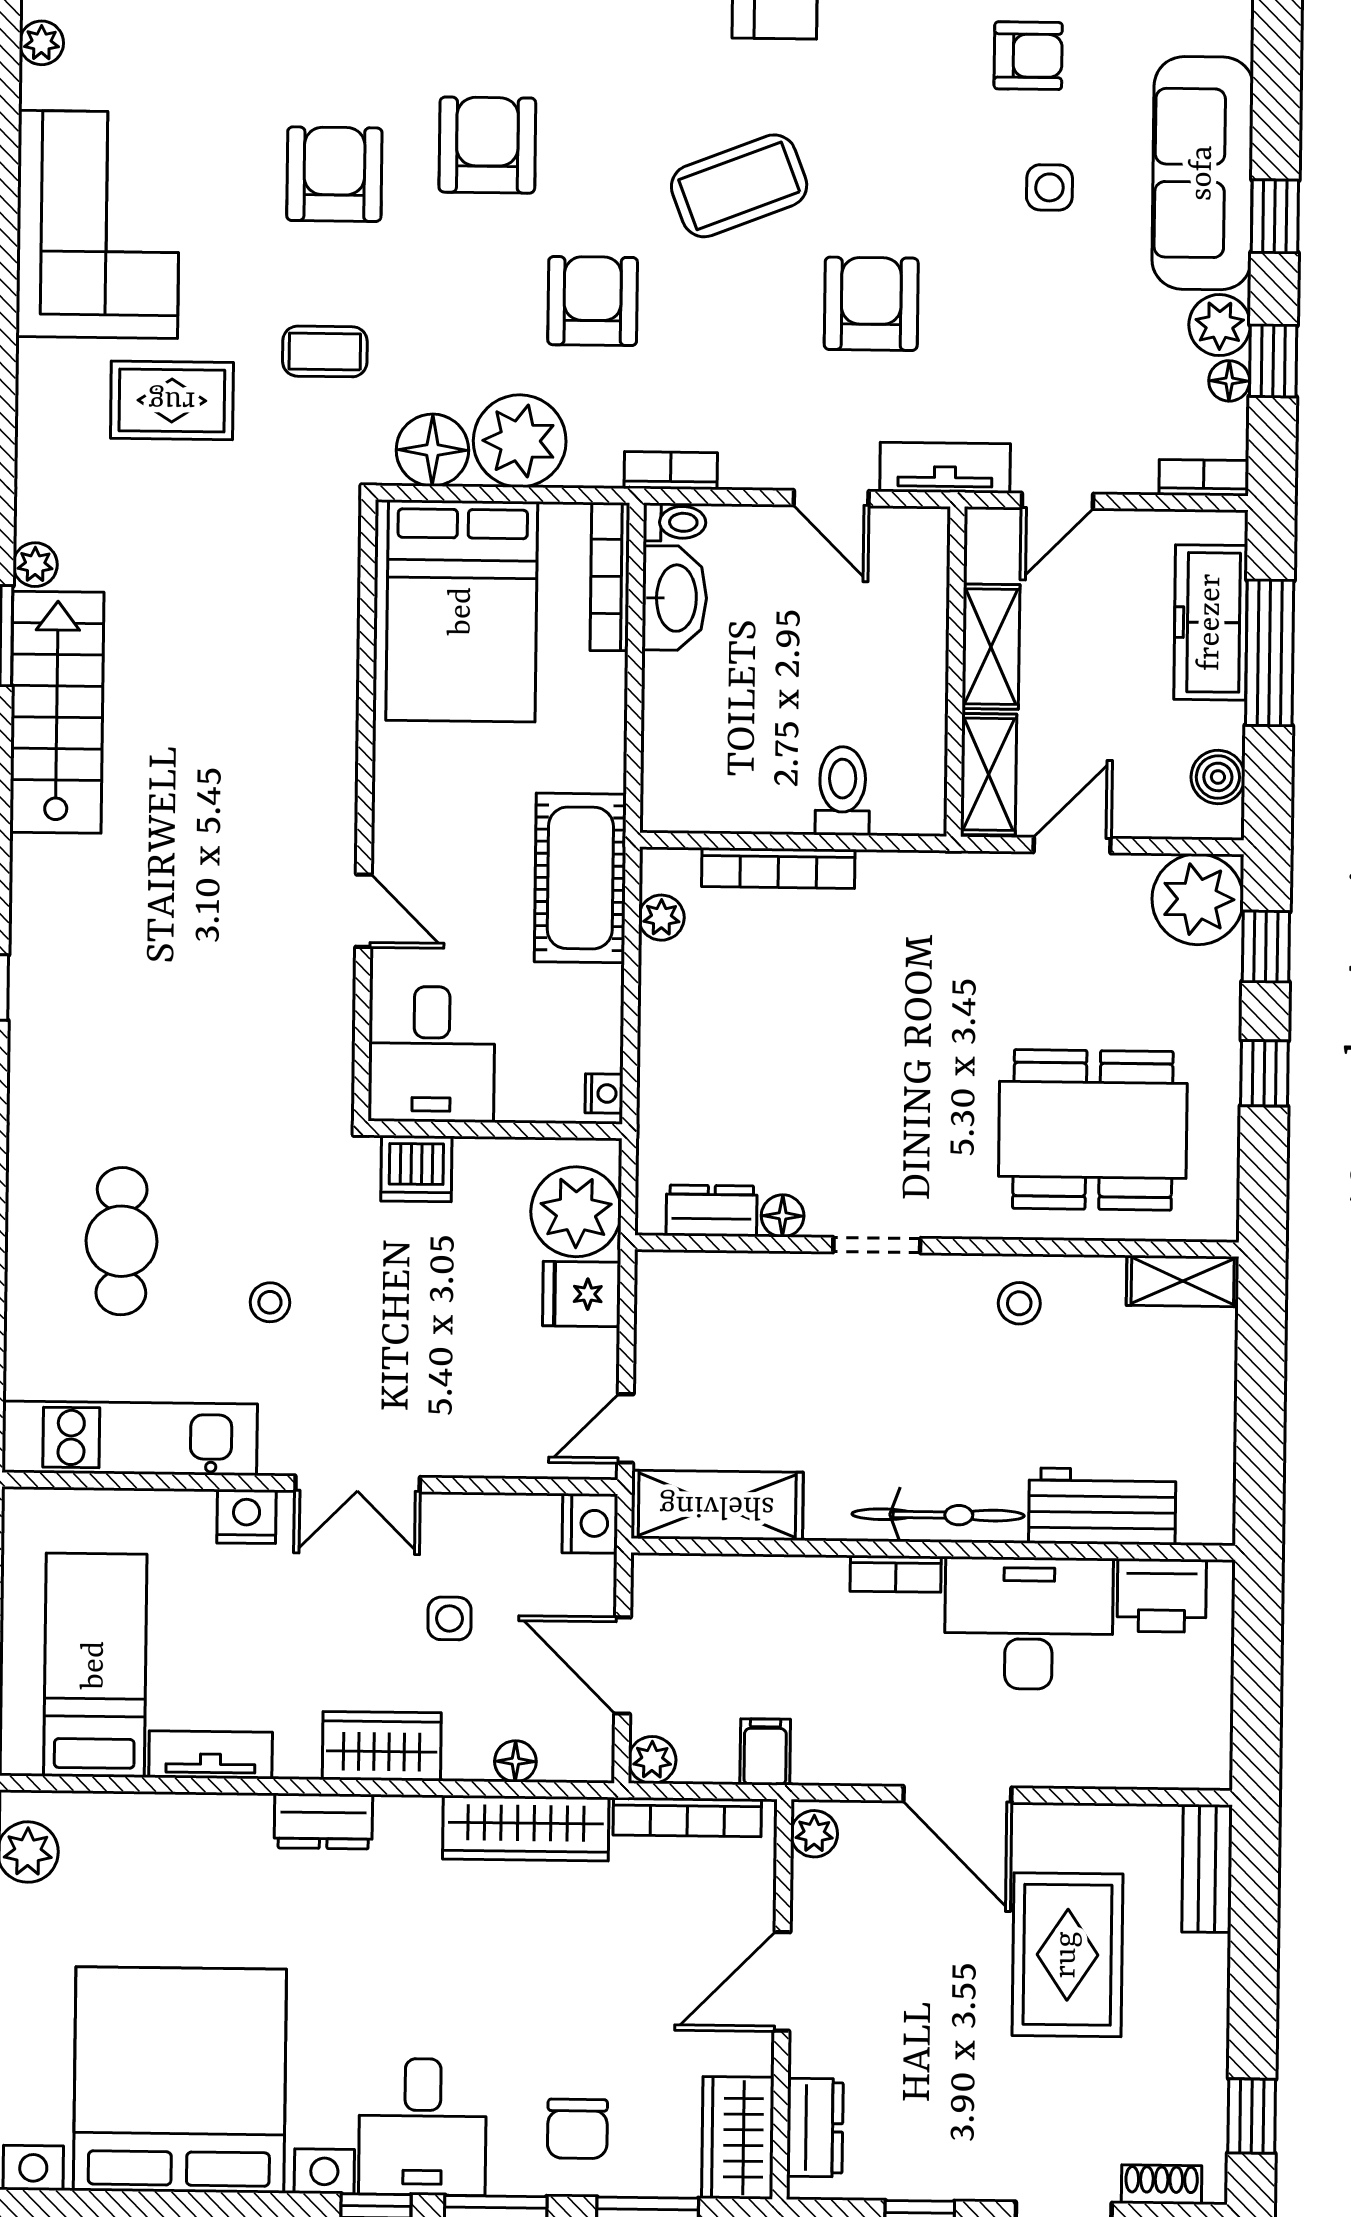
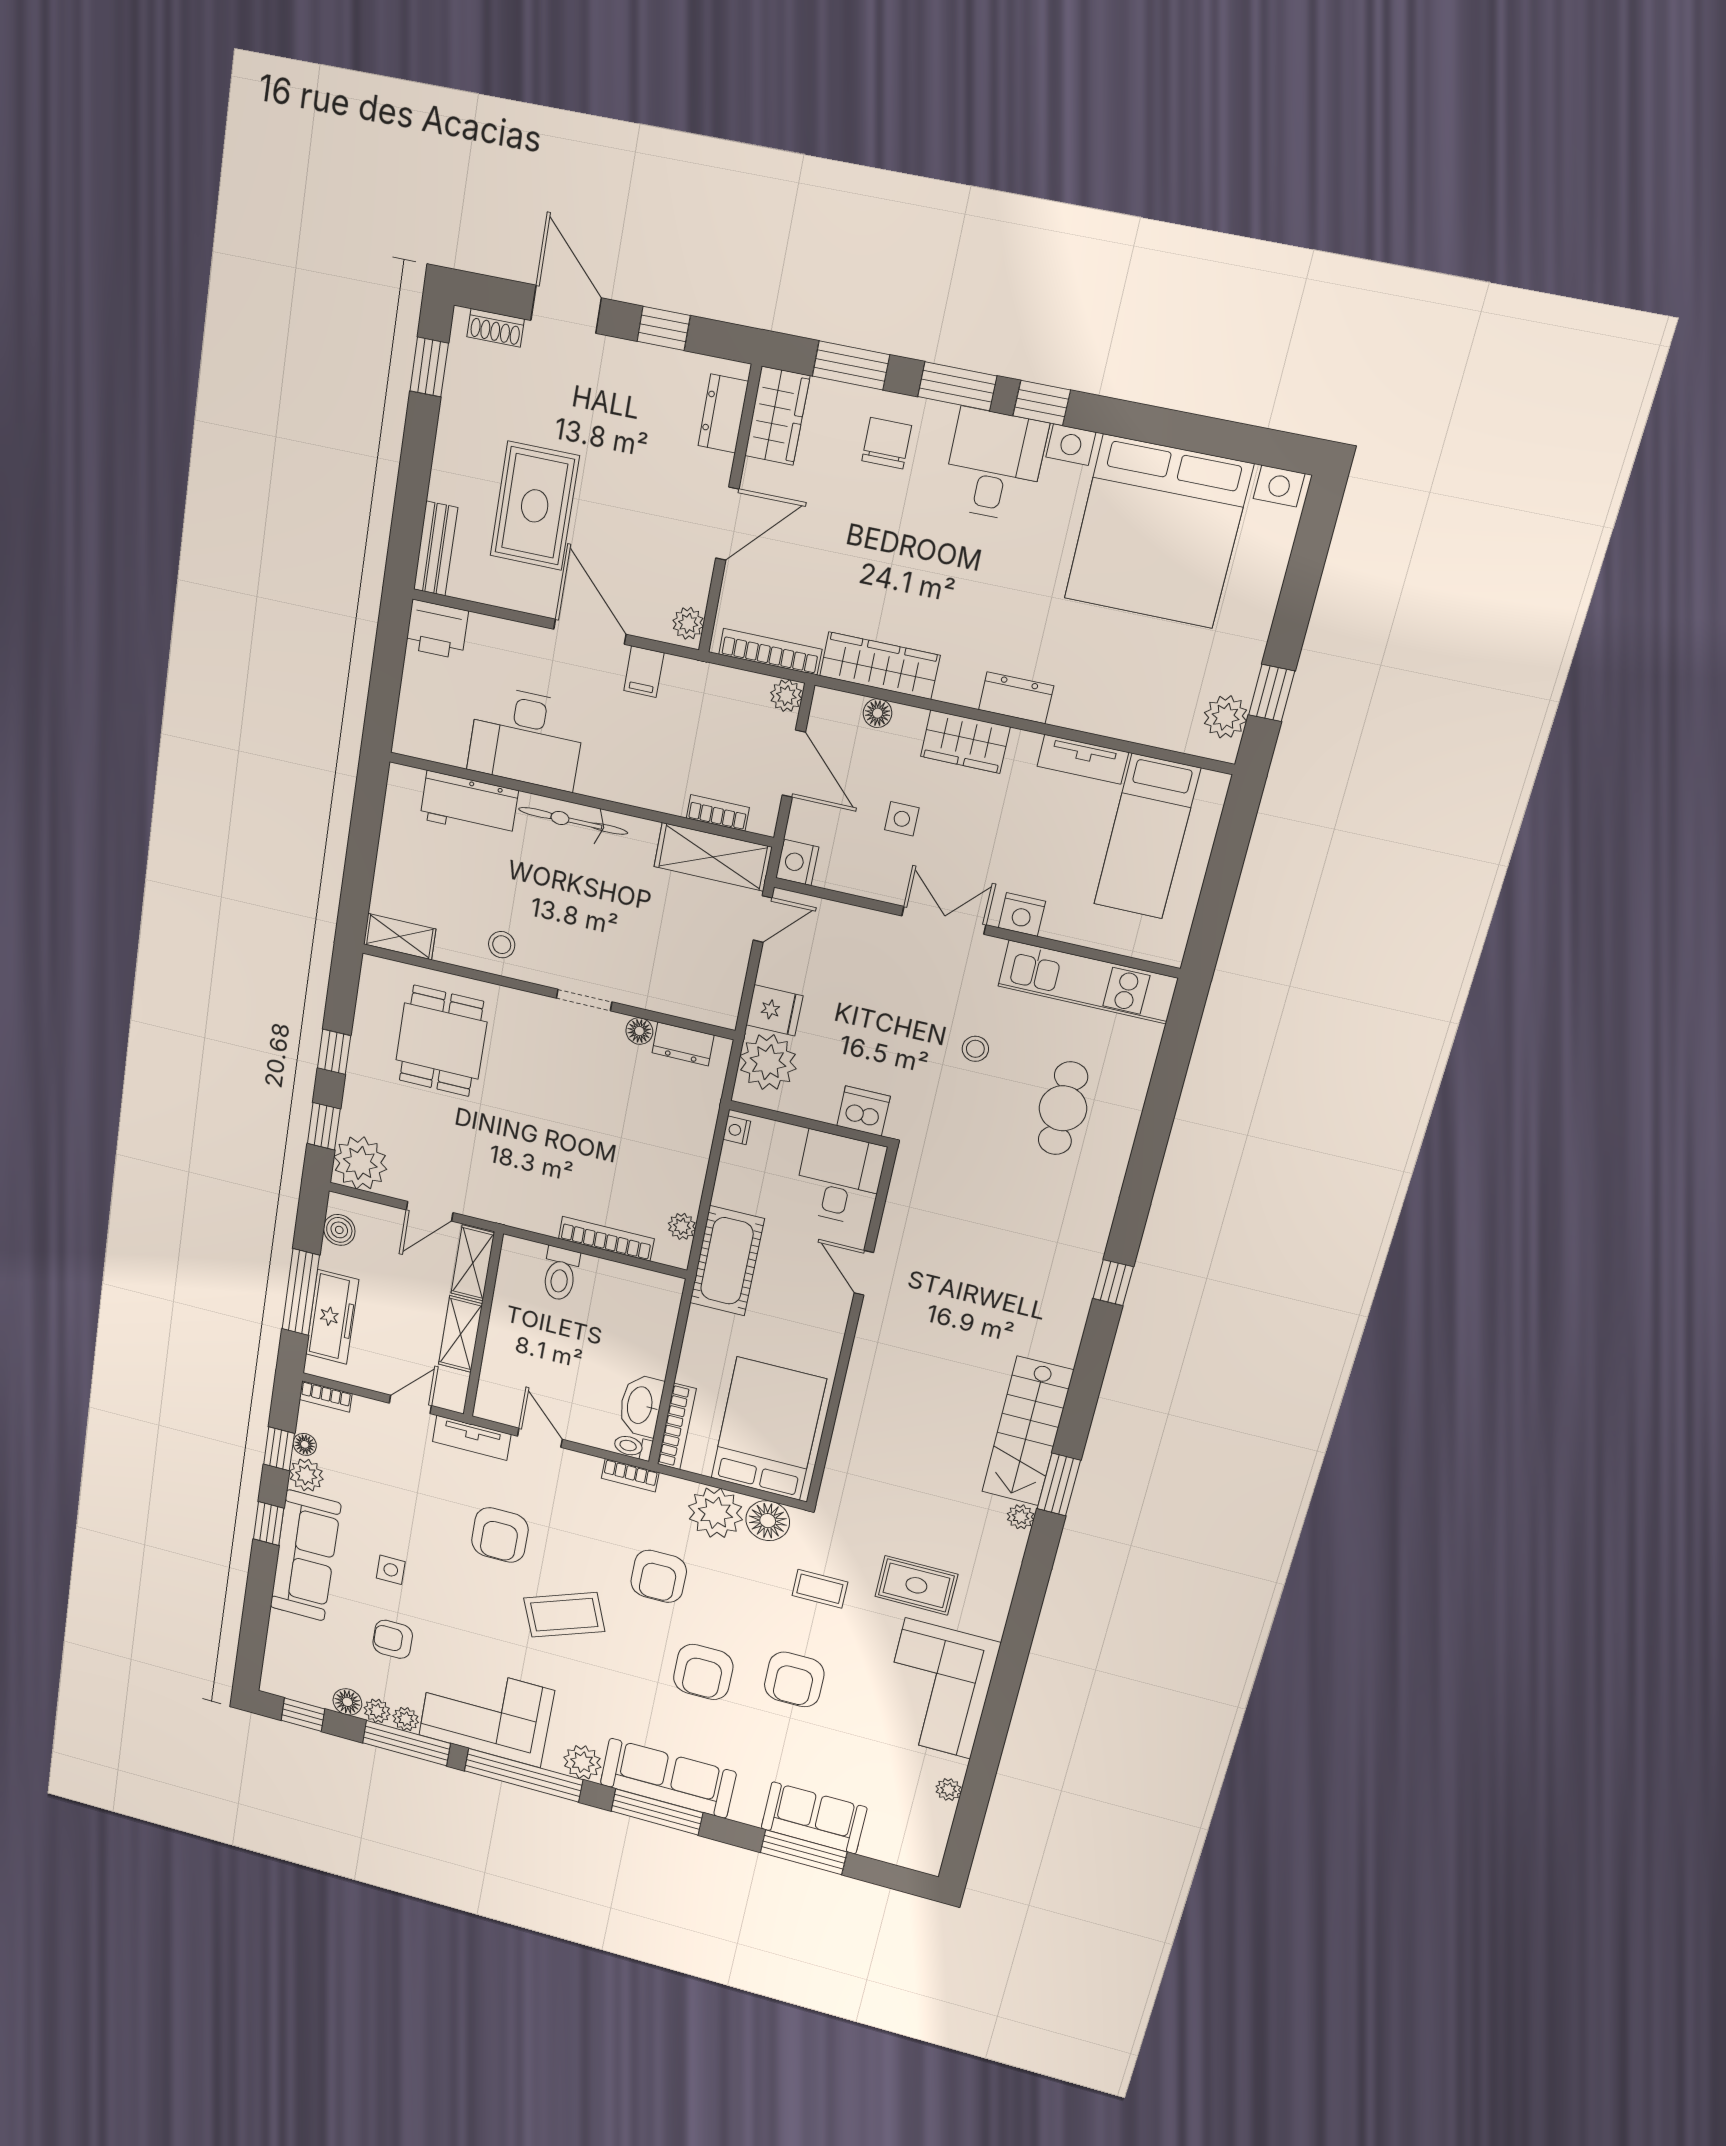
dining table: (1093, 1130) -> (441, 1041), width x0.73
bookcase: (896, 1574) -> (718, 813), moved
printer: (1162, 1595) -> (437, 629), moved, turned 180
filing cabinet: (765, 1752) -> (644, 672), moved

